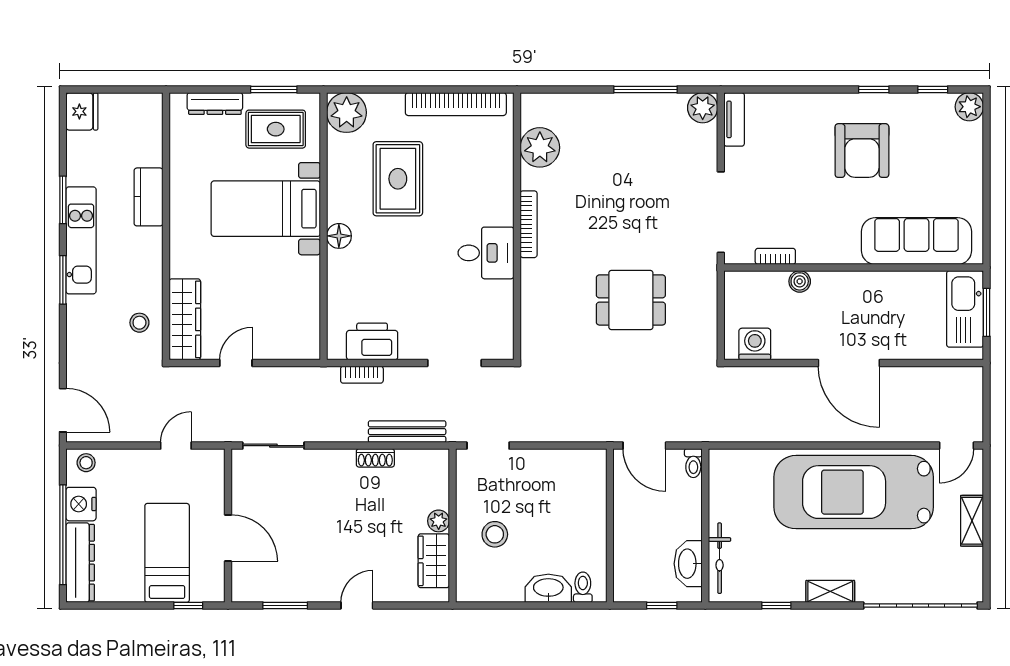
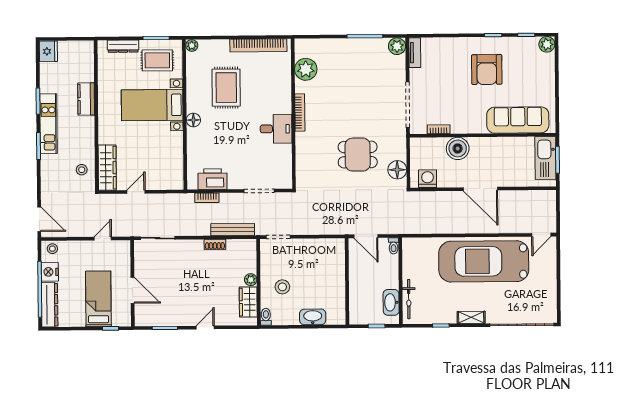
plant: (347, 113) -> (192, 45), width x0.53, depth x0.53
boiler: (800, 281) -> (458, 148), width x1.86, depth x1.86
floor lamp: (701, 328) -> (397, 170), added
shelving: (972, 521) -> (550, 277), removed
toilet: (583, 587) -> (266, 317), moved

